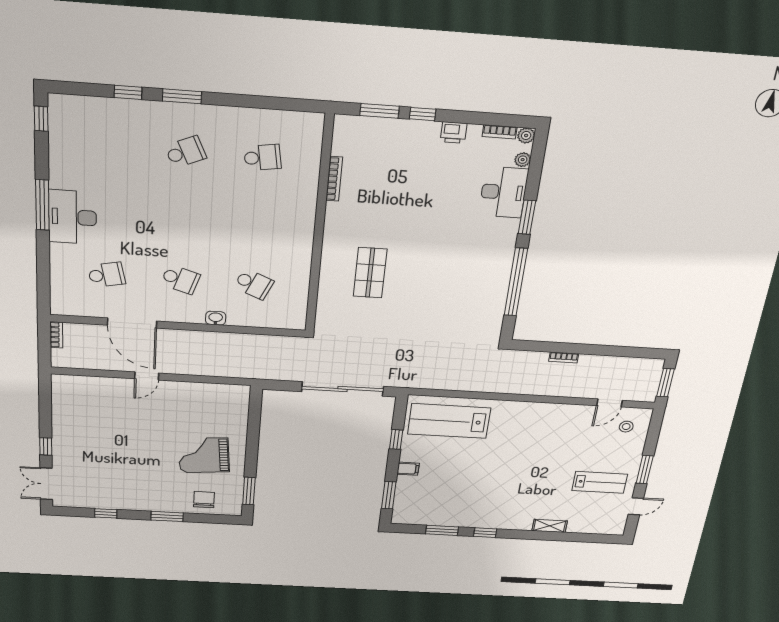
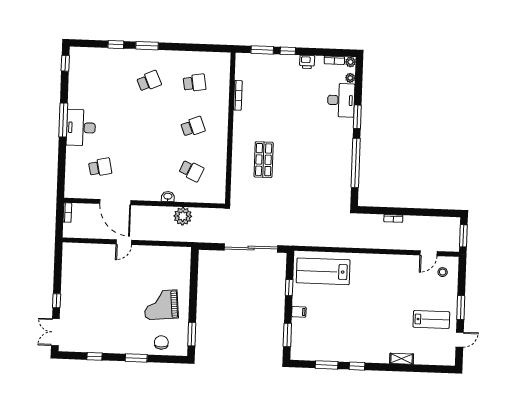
school desk: (180, 279) -> (193, 127), moved, turned -39
plant: (239, 345) -> (183, 216), added

